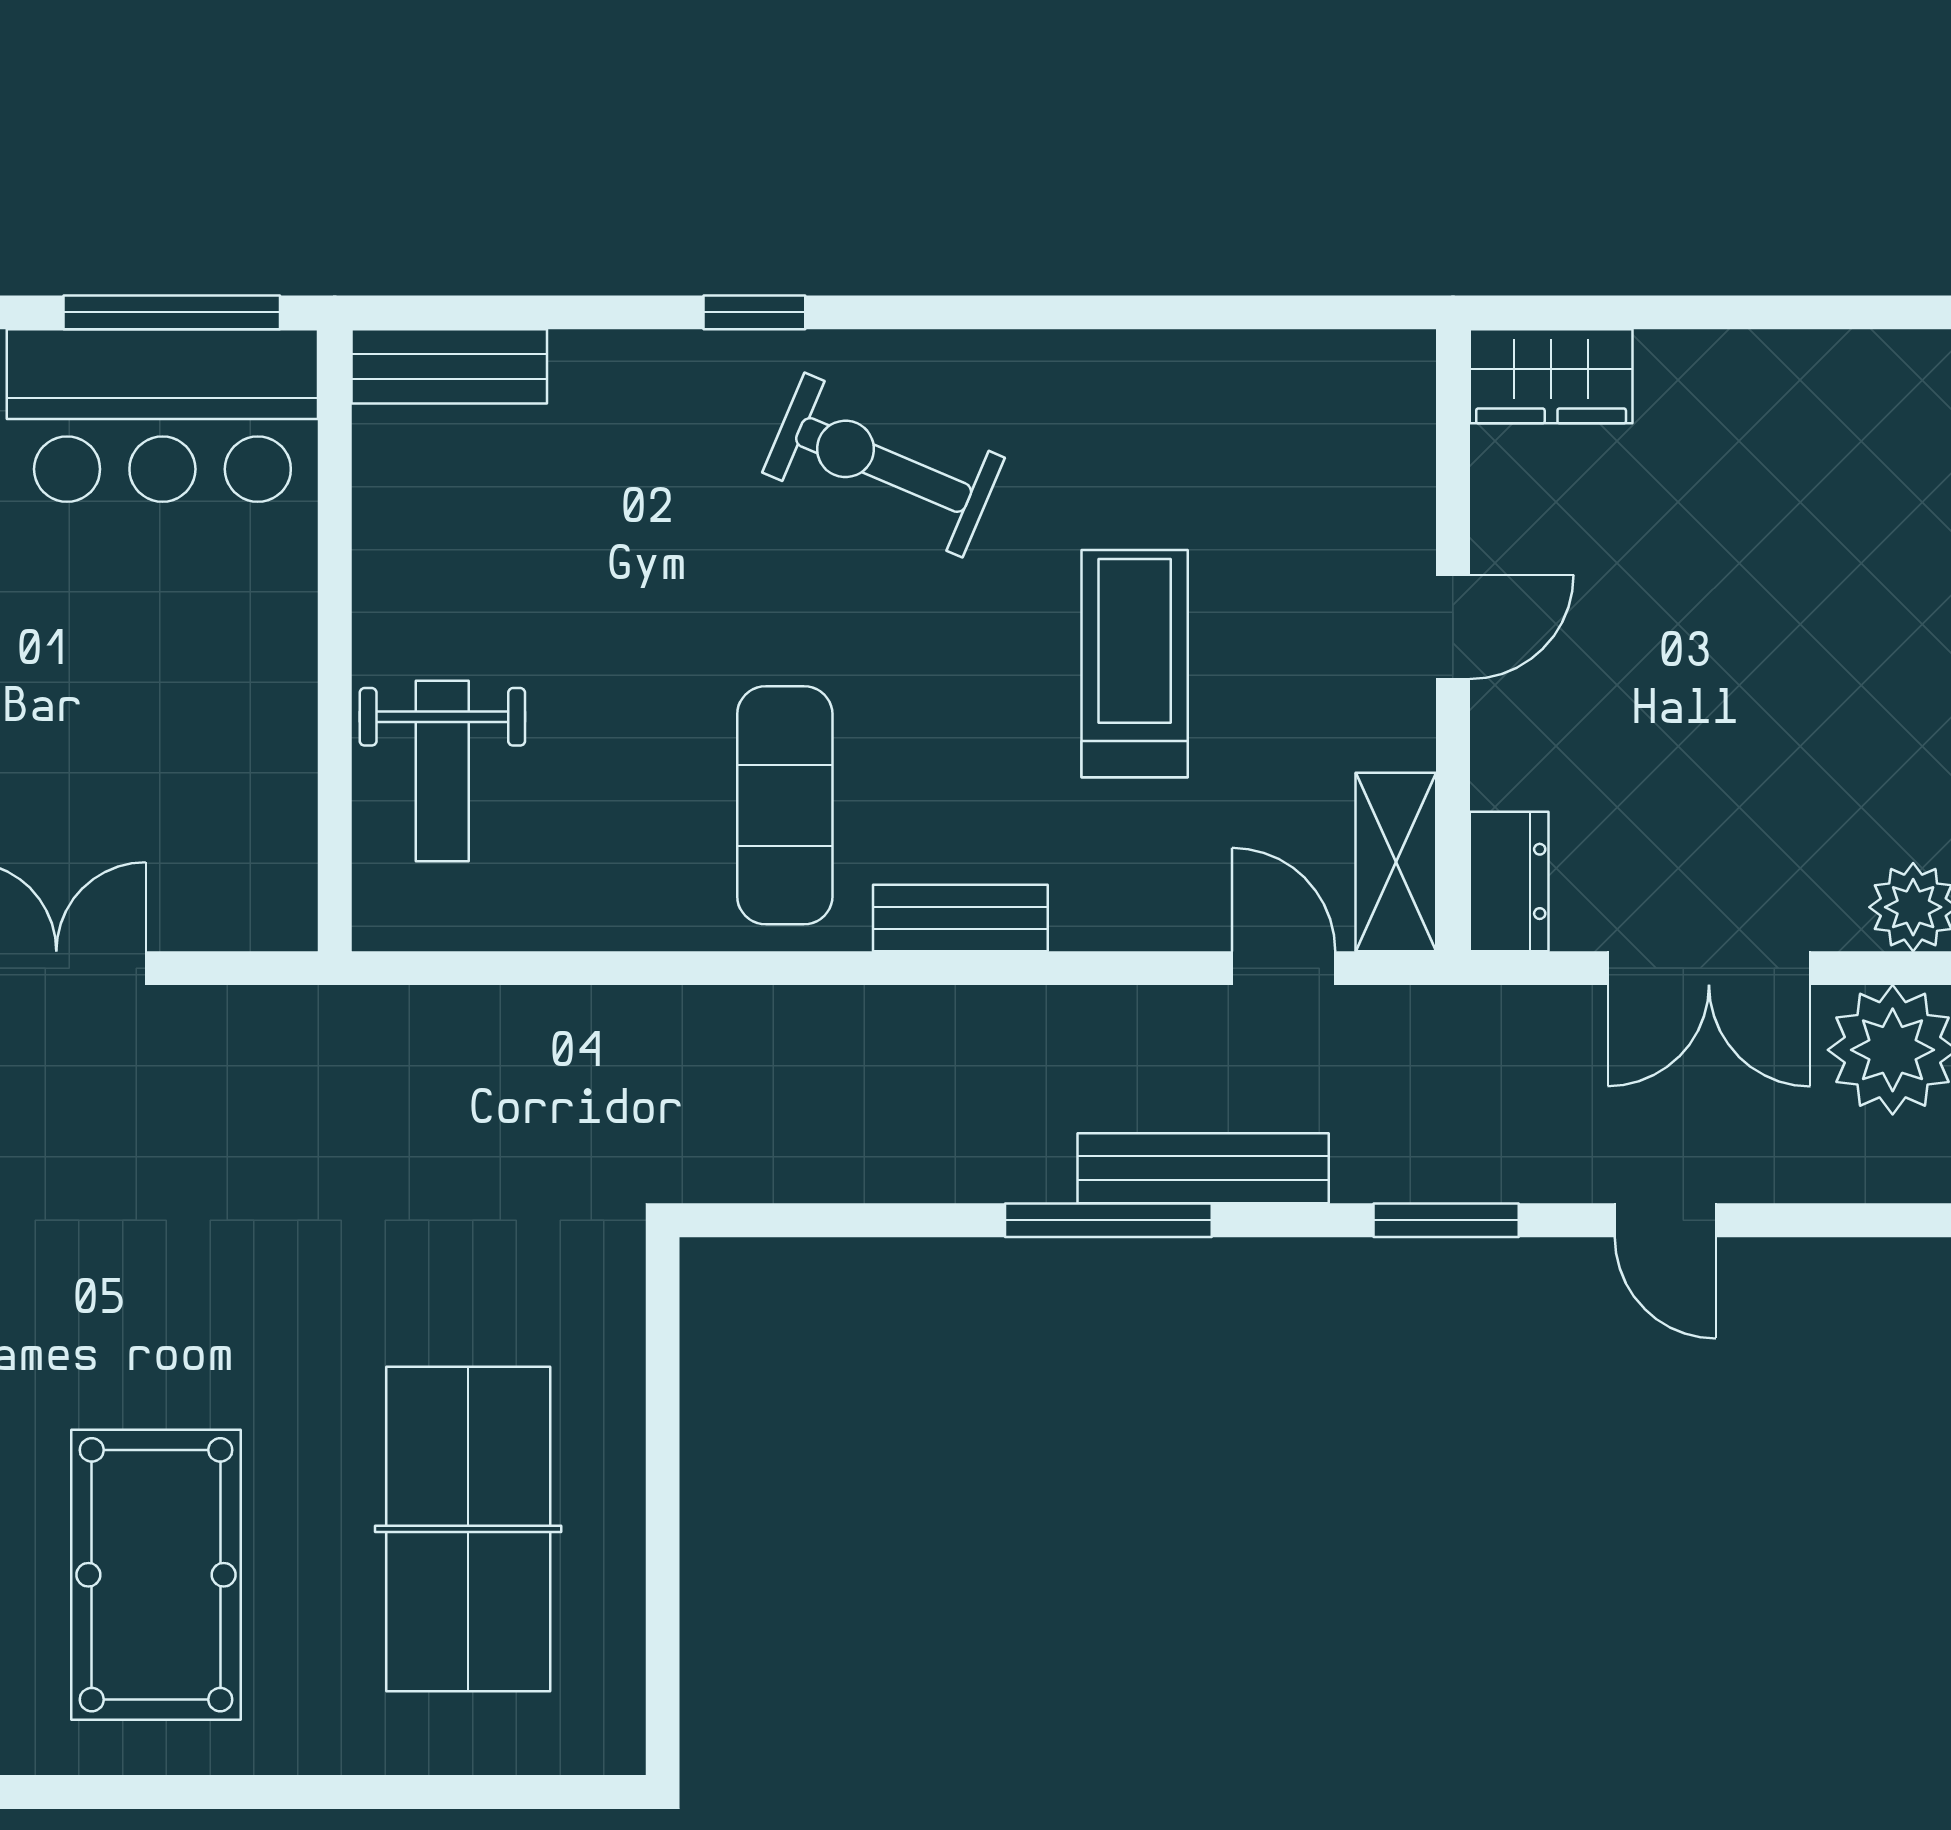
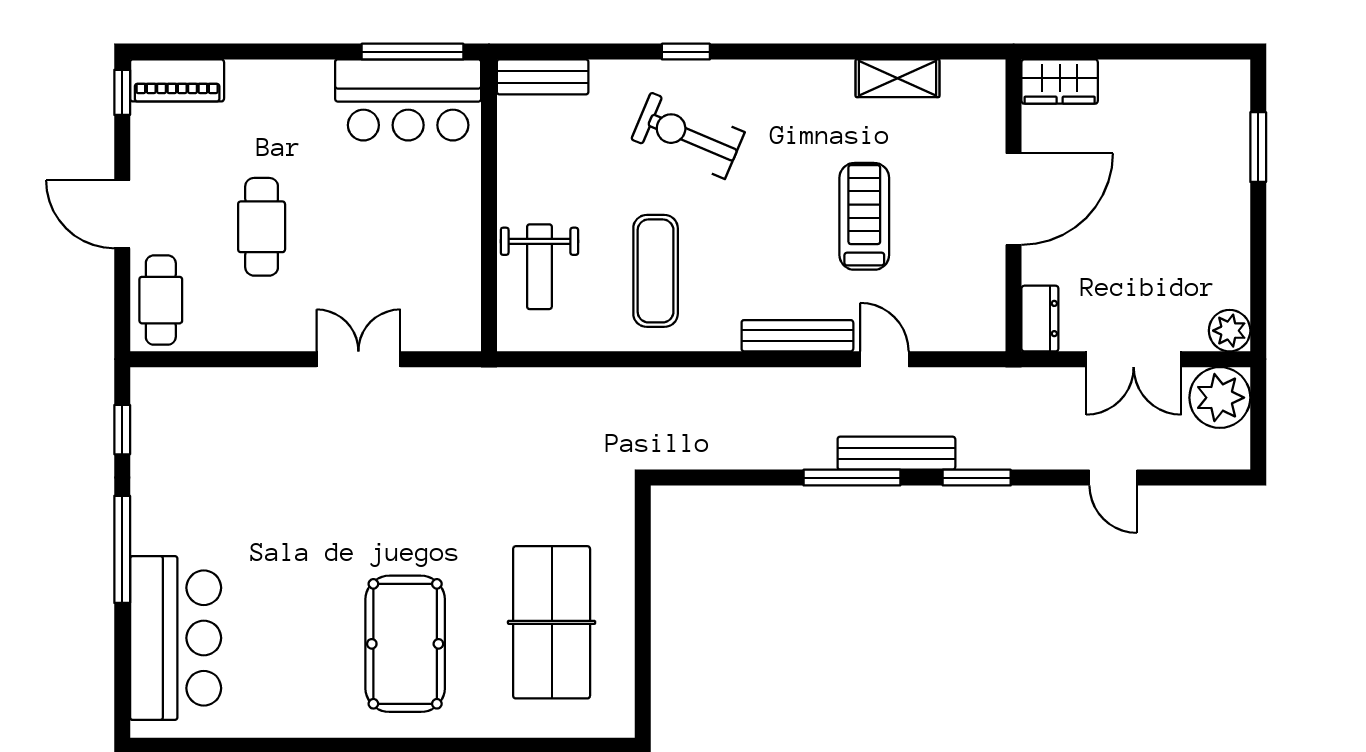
exercise bike: (884, 465) -> (688, 136), moved
door: (1453, 627) -> (1014, 199), width x1.88
exercise mat: (785, 805) -> (656, 271), moved
shelving: (1396, 862) -> (898, 78), moved, turned 90
bench: (960, 918) -> (797, 336), width x1.36
door: (1284, 968) -> (884, 359), moved
window: (1446, 1220) -> (977, 478), moved

